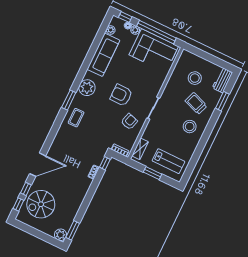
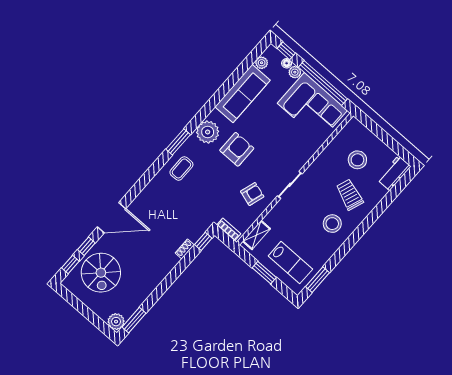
armchair: (121, 95) -> (237, 149), moved, turned 90
window: (222, 101) -> (318, 280), moved
spiral stairs: (41, 204) -> (101, 273), turned -90

